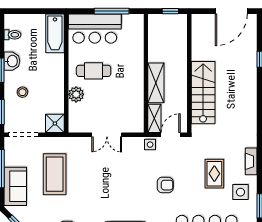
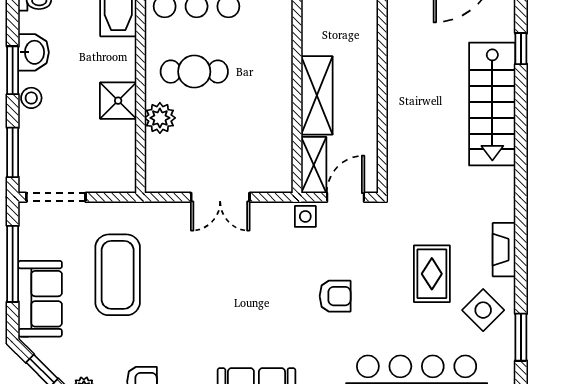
stool: (22, 92) -> (31, 98), moved
stairs: (203, 93) -> (492, 104), moved, turned 180
shower: (55, 123) -> (118, 101), moved
side table: (240, 192) -> (483, 310), turned 45

